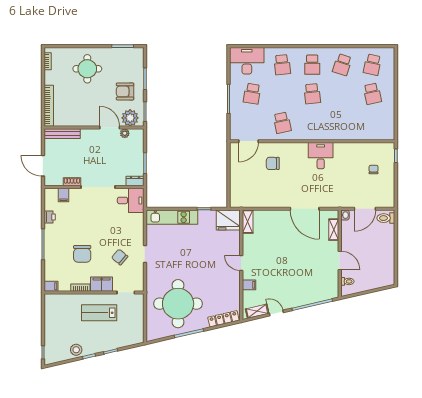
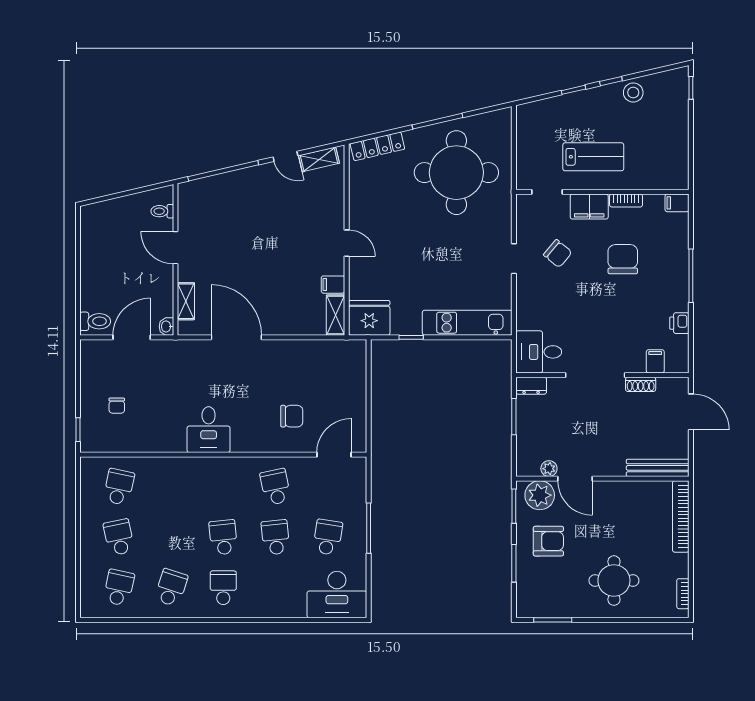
school desk: (282, 65) -> (275, 537), moved
school desk: (372, 123) -> (119, 487), added
filing cabinet: (249, 285) -> (333, 285), moved

